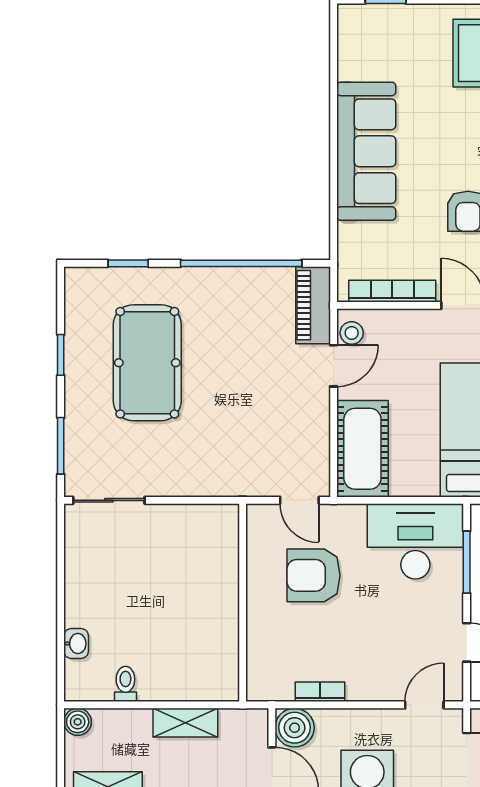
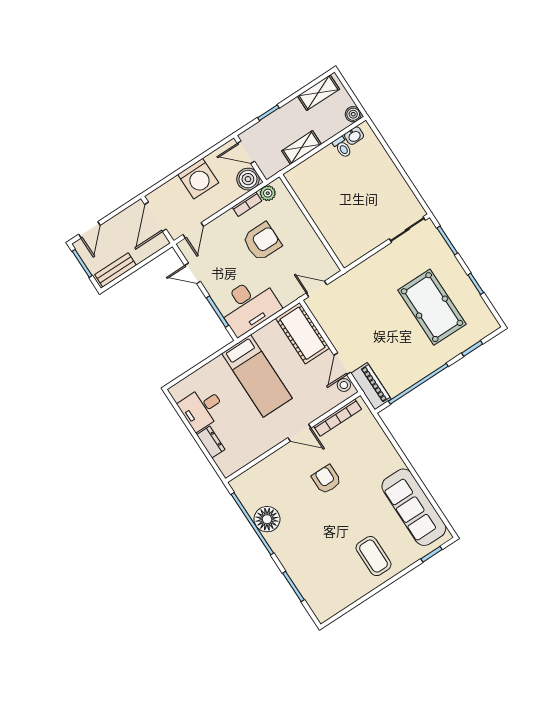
sofa: (366, 151) -> (414, 507), moved
armchair: (314, 575) -> (262, 242), moved
washbasin: (76, 644) -> (354, 136), moved, turned -90
plant: (279, 688) -> (268, 193), added

